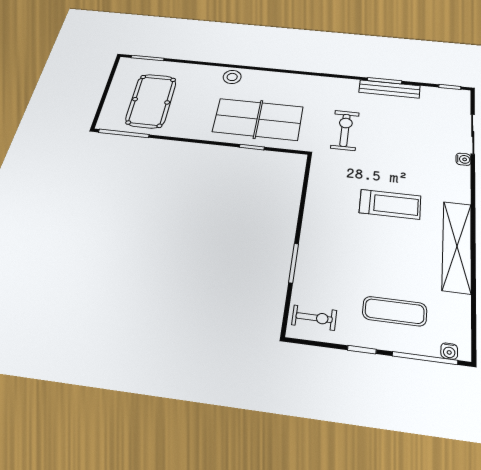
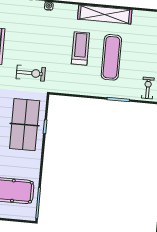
exercise bike: (345, 130) -> (31, 73), turned 180
exercise mat: (395, 311) -> (111, 57), moved, width x1.36, depth x1.45

